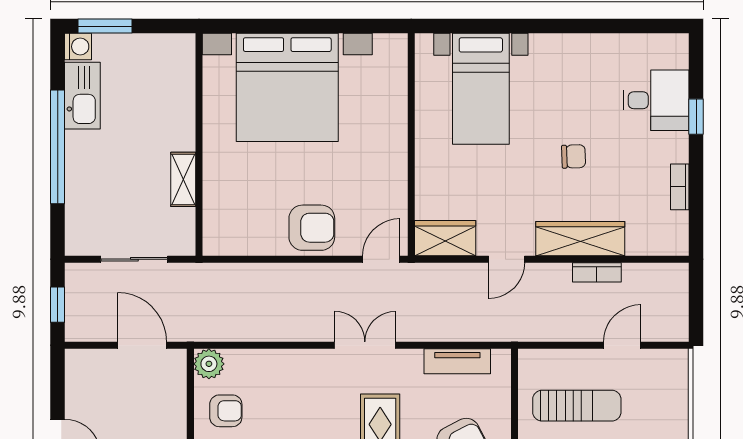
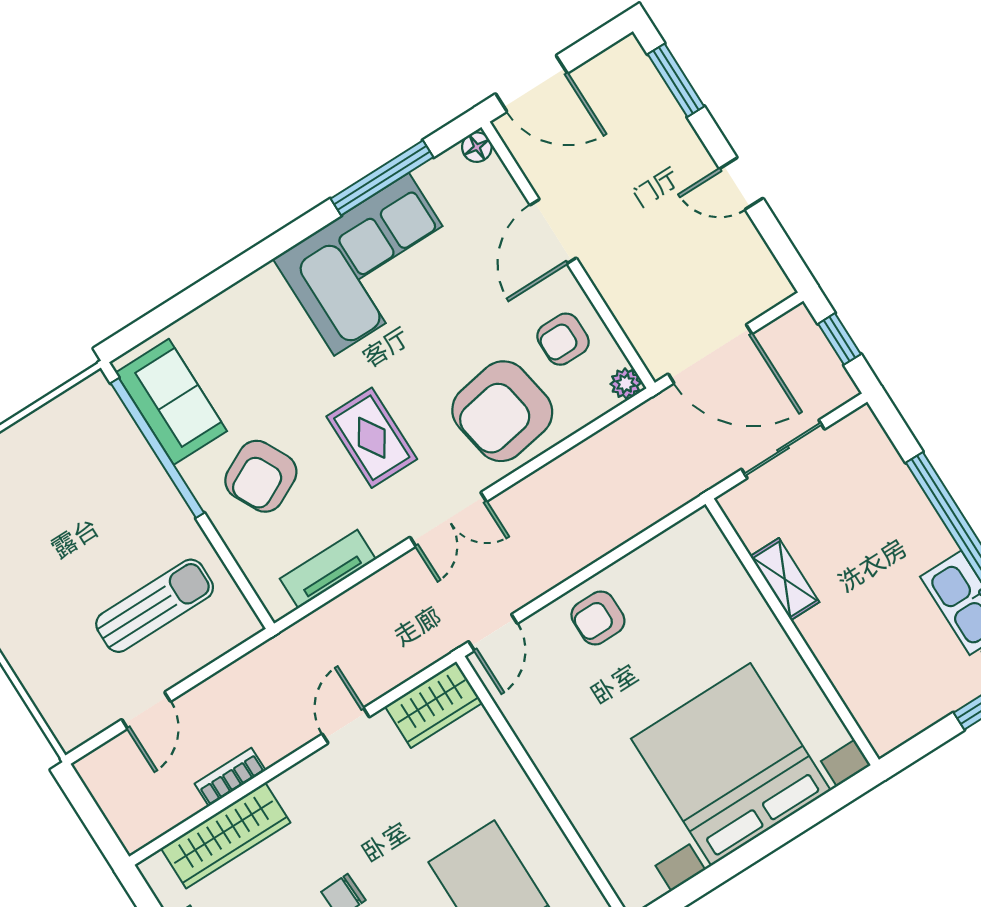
armchair: (312, 228) -> (598, 618), width x0.72, depth x0.72
wardrobe: (580, 239) -> (226, 835), moved
door: (142, 345) -> (710, 354), width x1.36
plant: (209, 364) -> (626, 383), width x0.73, depth x0.73
armchair: (290, 390) -> (502, 411), added
sun lounger: (577, 406) -> (155, 606), turned 180

